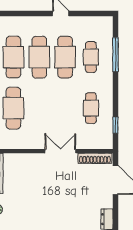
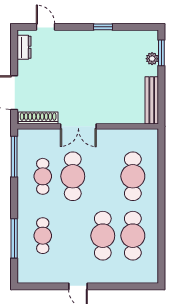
cafe table: (65, 57) -> (73, 176), moved
window: (115, 125) -> (14, 157), width x2.17

